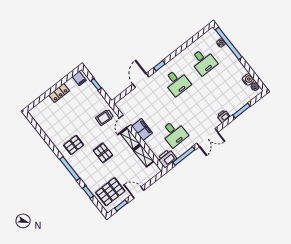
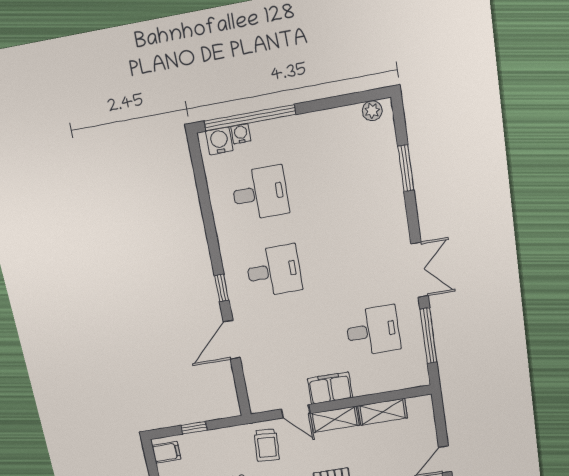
water cooler: (248, 79) -> (219, 141), moved
door: (141, 80) -> (232, 340), hinge flipped
printer: (223, 116) -> (396, 213), removed
printer: (167, 158) -> (414, 371), removed

